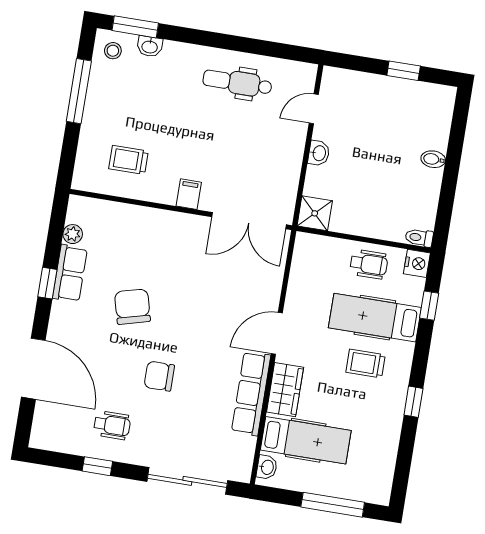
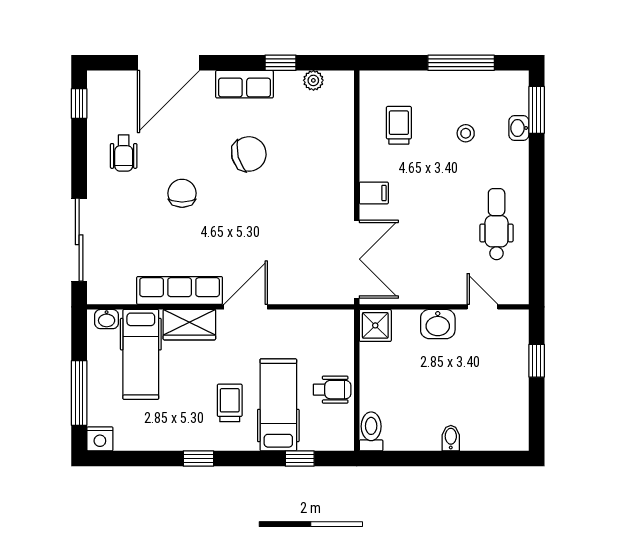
stool: (113, 51) -> (466, 133), moved
window: (404, 71) -> (537, 361), moved
washbasin: (319, 153) -> (438, 324), width x1.38, depth x1.45
double door: (249, 221) -> (357, 259), swing flipped
toilet: (419, 238) -> (371, 431), width x1.37, depth x1.39
nightstand: (417, 263) -> (100, 439), moved
wheelchair: (369, 264) -> (332, 390), turned -90
row of seats: (70, 273) -> (244, 84), moved
window: (47, 283) -> (280, 63), moved
door: (277, 333) -> (246, 307), hinge flipped
window: (97, 466) -> (79, 104), moved

